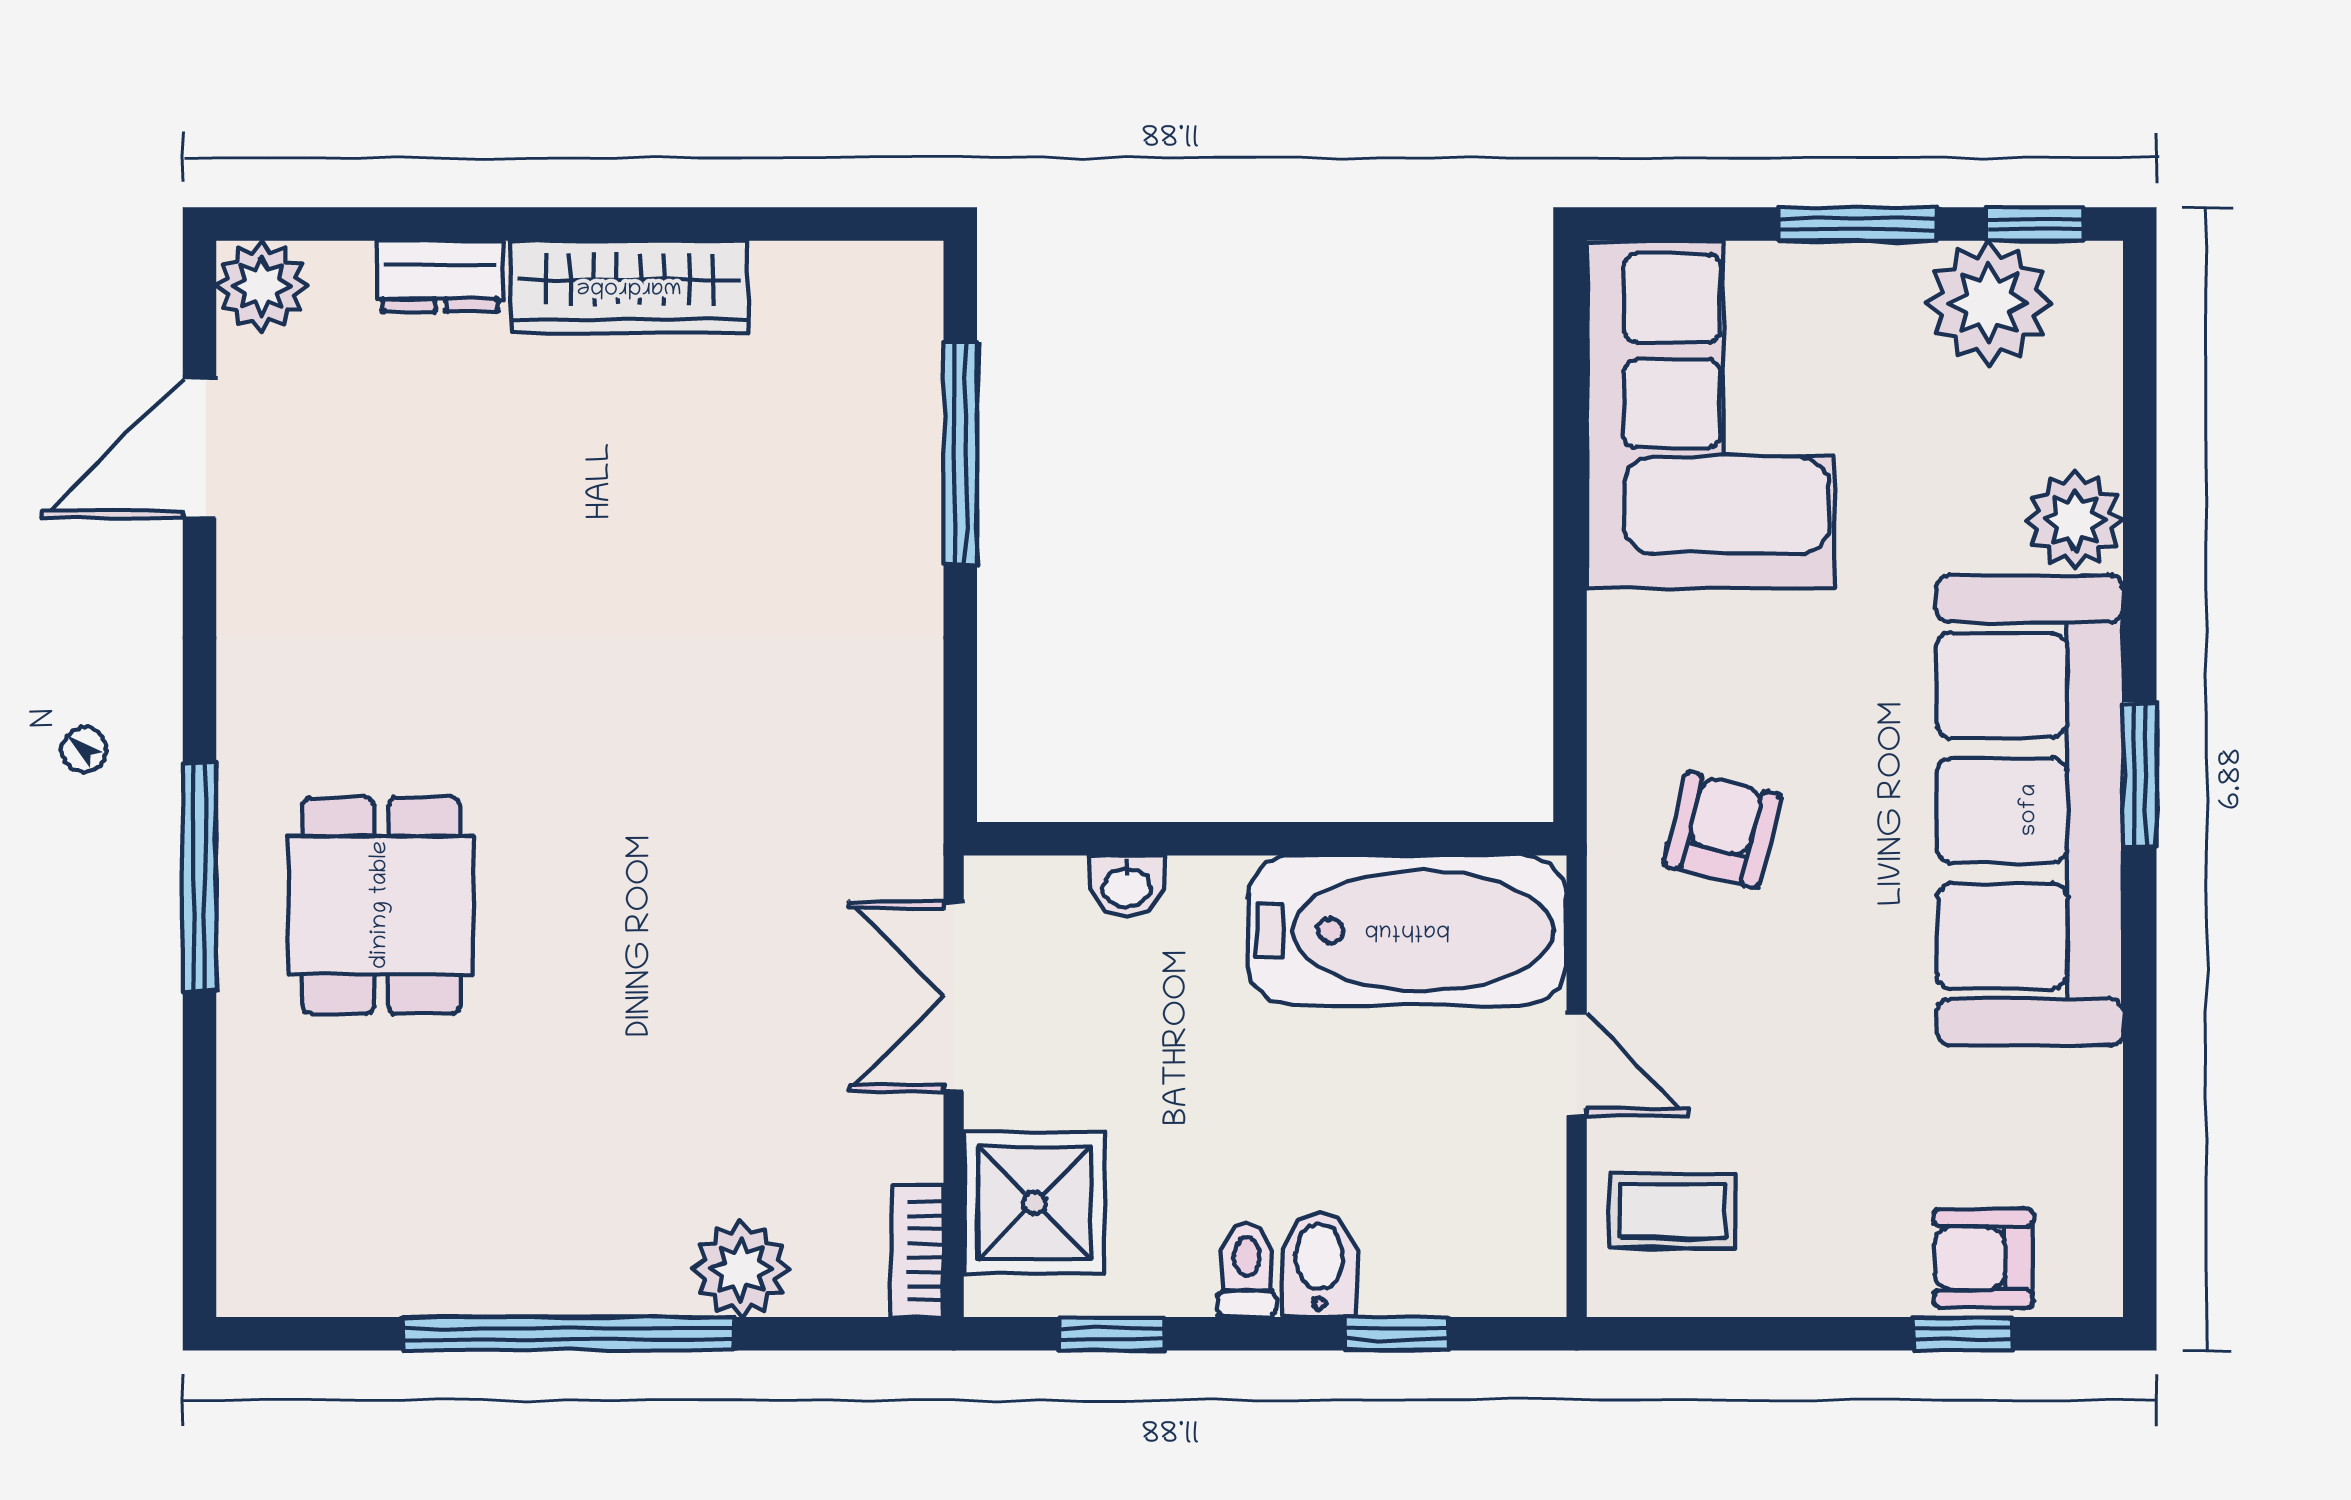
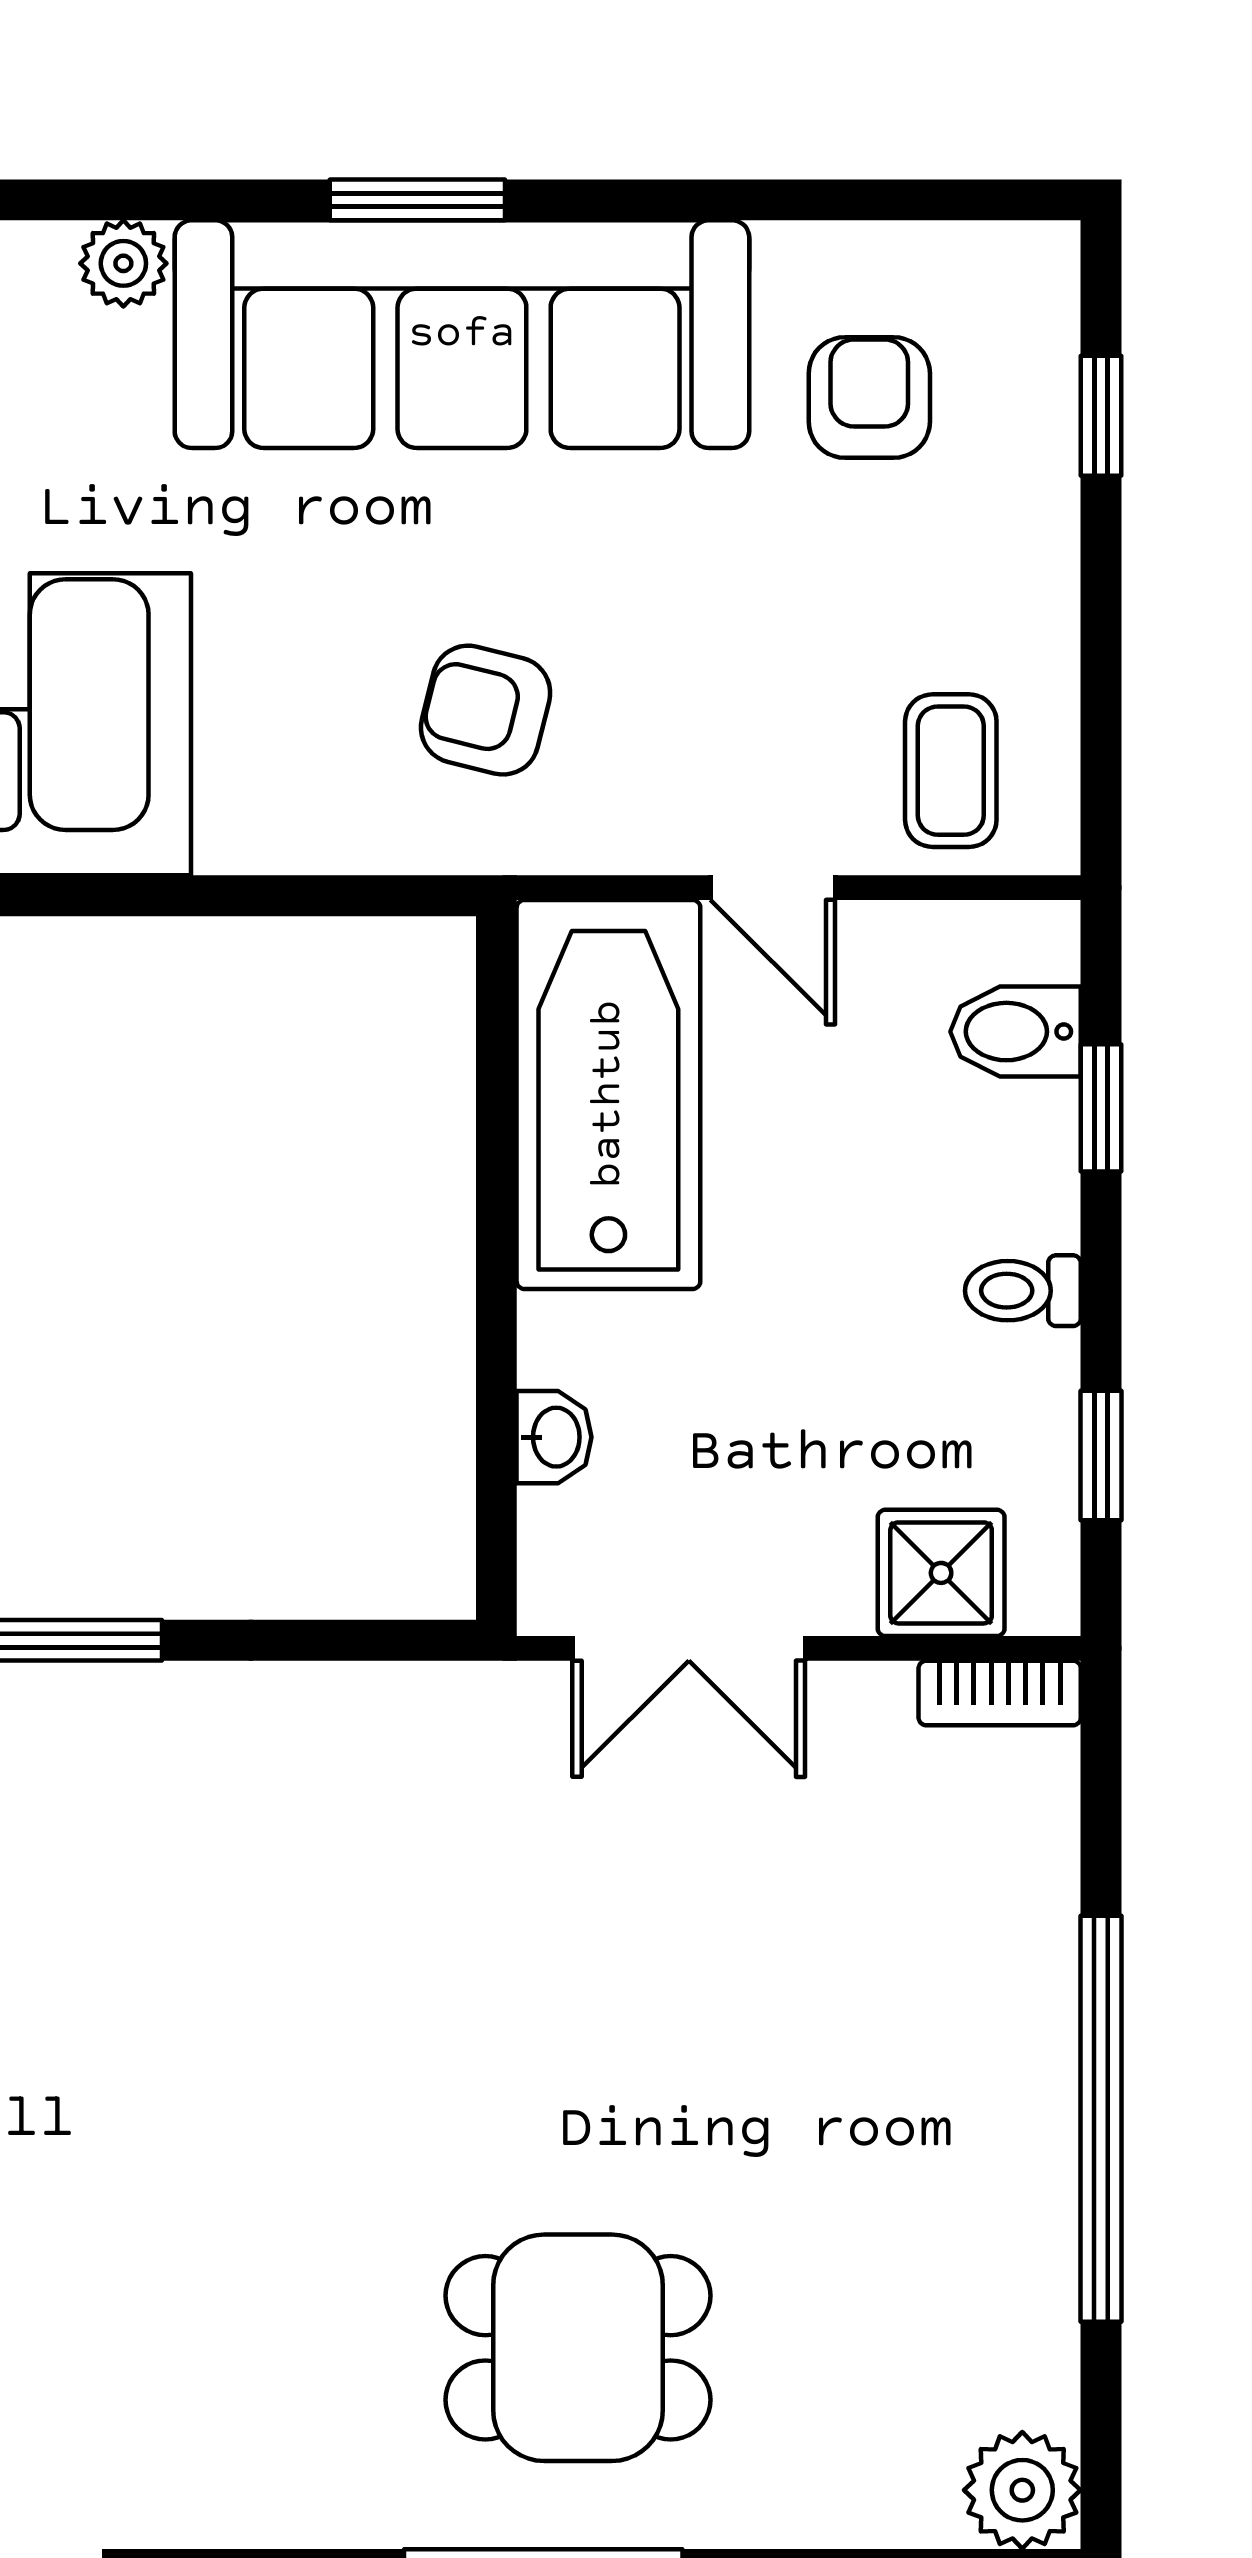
plant: (2075, 520) -> (123, 263), width x0.73, depth x0.73
door: (1577, 1065) -> (773, 888), swing flipped
shower: (1034, 1203) -> (941, 1573), width x0.73, depth x0.73
armchair: (1983, 1258) -> (869, 398), moved, turned 180
bidet: (1319, 1264) -> (1016, 1032), moved
plant: (741, 1269) -> (1022, 2490), moved

